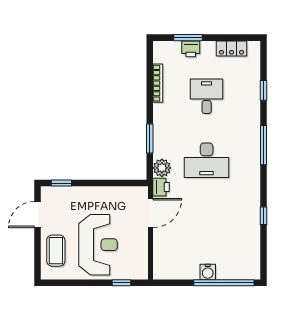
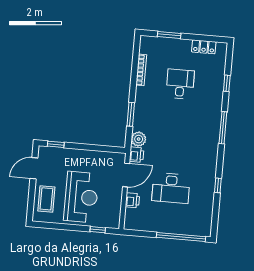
printer: (191, 49) -> (132, 200), moved, turned -90
desk: (207, 160) -> (171, 188), moved
water cooler: (208, 272) -> (169, 227), removed

